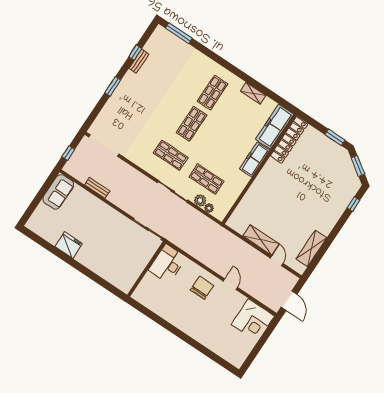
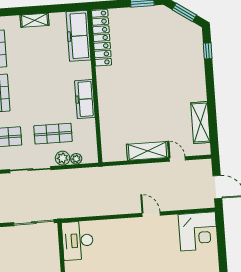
freezer: (255, 159) -> (85, 99), moved
chair: (202, 288) -> (127, 238), removed

